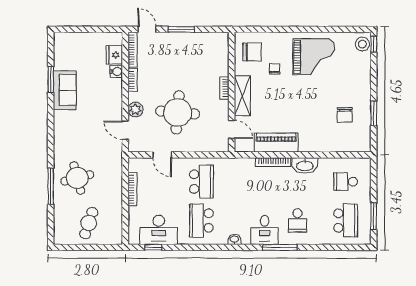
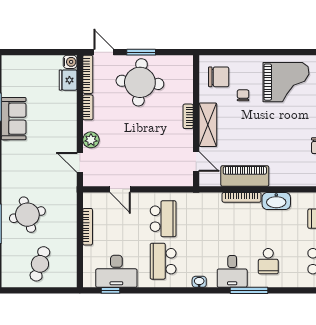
water cooler: (116, 72) -> (70, 62), moved
round table: (178, 112) -> (140, 82), moved

